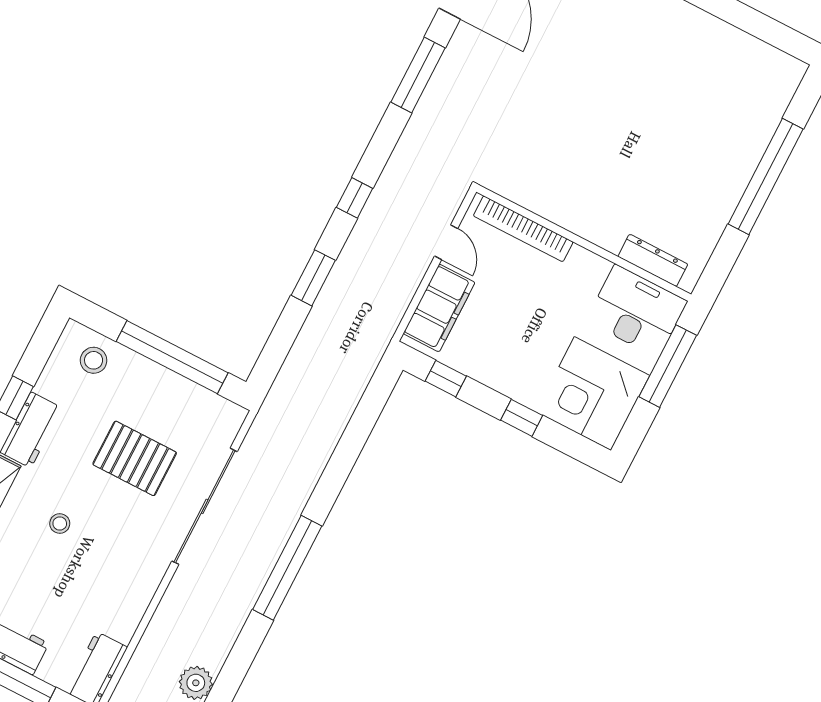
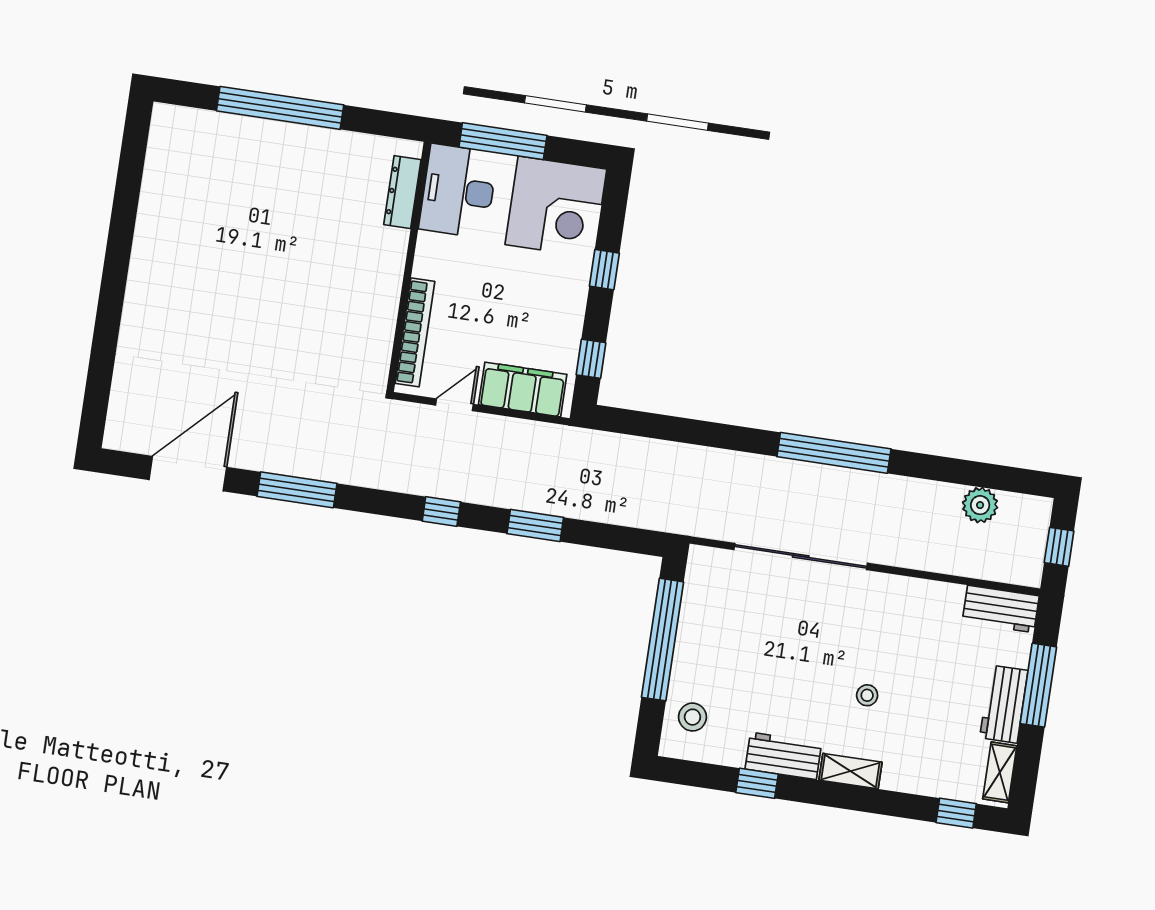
pallet: (135, 458) -> (777, 643), removed

